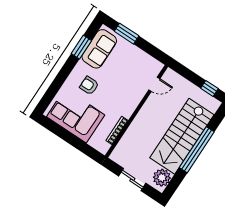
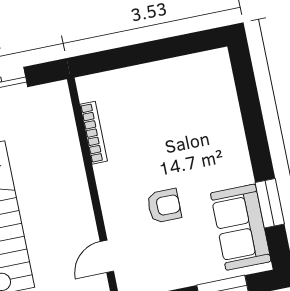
armchair: (89, 86) -> (164, 206), moved
corner sofa: (76, 116) -> (177, 93), removed

